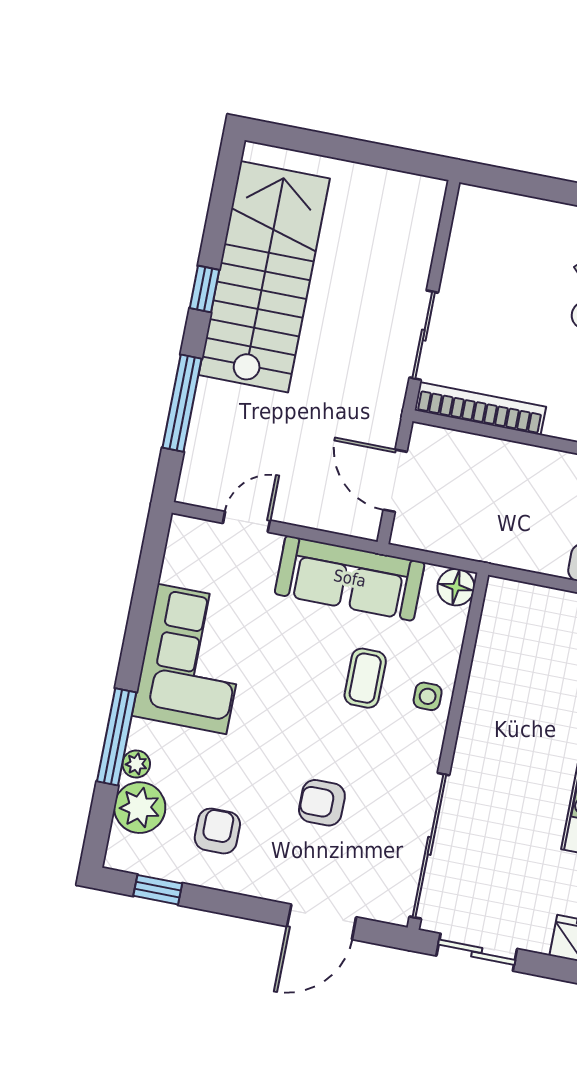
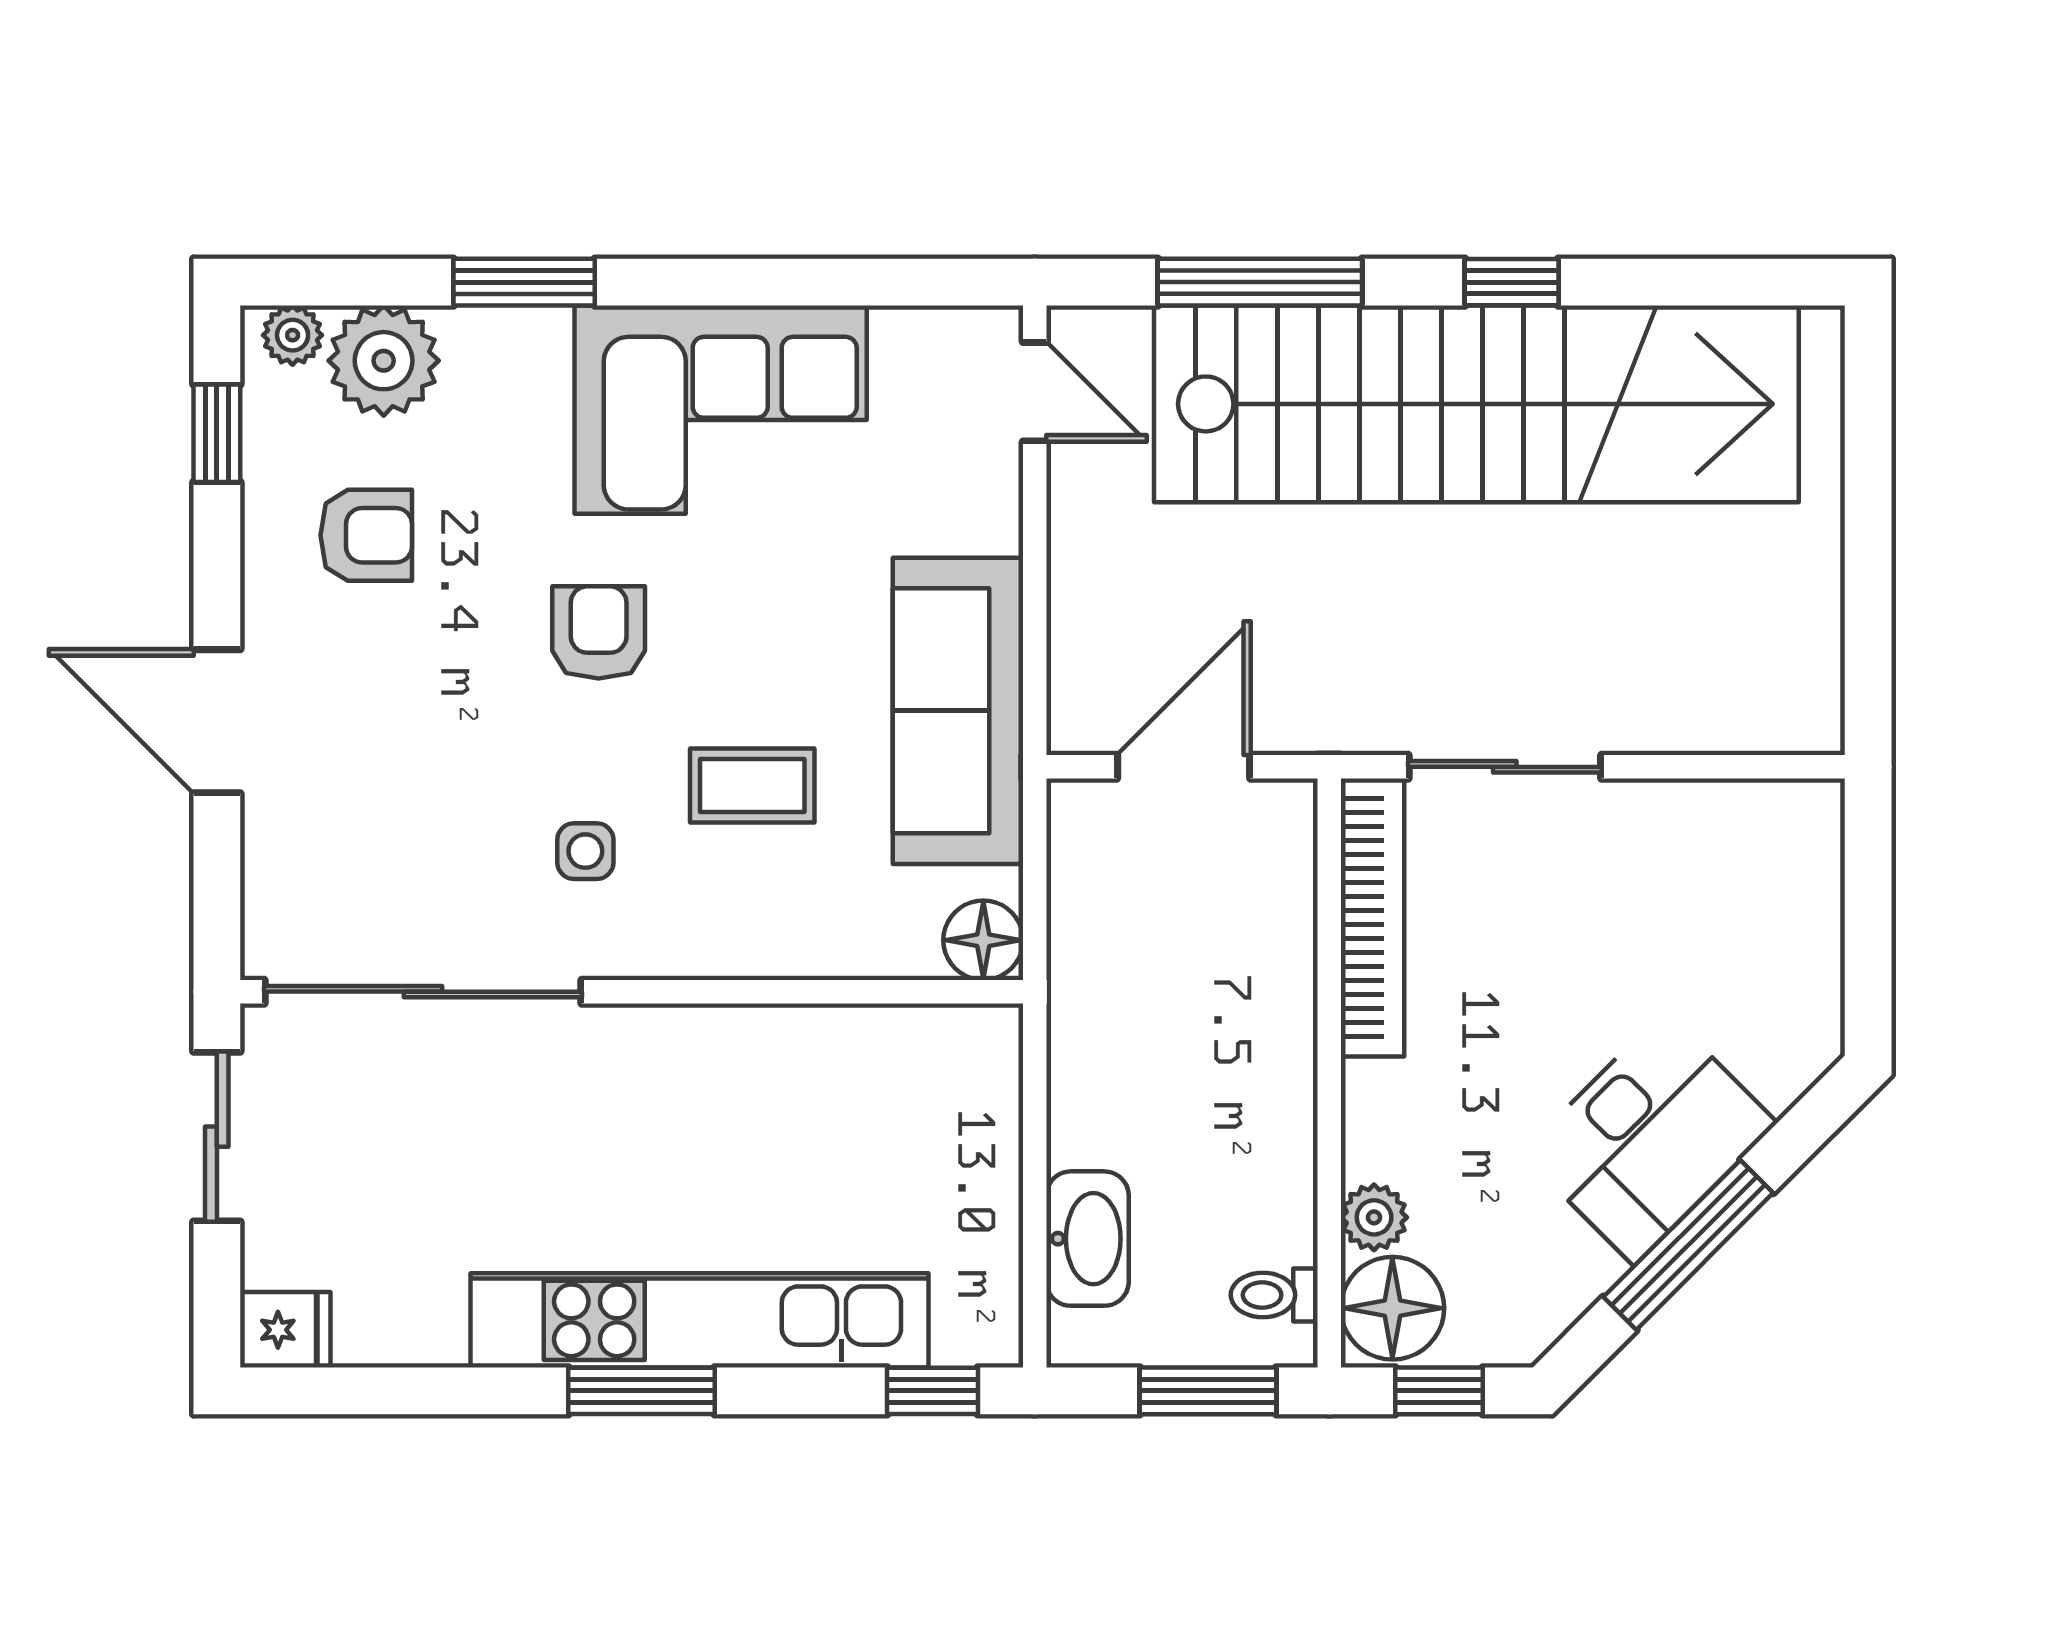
stairs: (264, 277) -> (1476, 404), width x1.36
door: (246, 522) -> (1035, 392), moved
side table: (428, 696) -> (585, 851), moved
window: (117, 737) -> (524, 282), width x0.69
plant: (136, 764) -> (293, 335), moved
armchair: (322, 803) -> (599, 632), moved
door: (322, 922) -> (217, 721), moved

